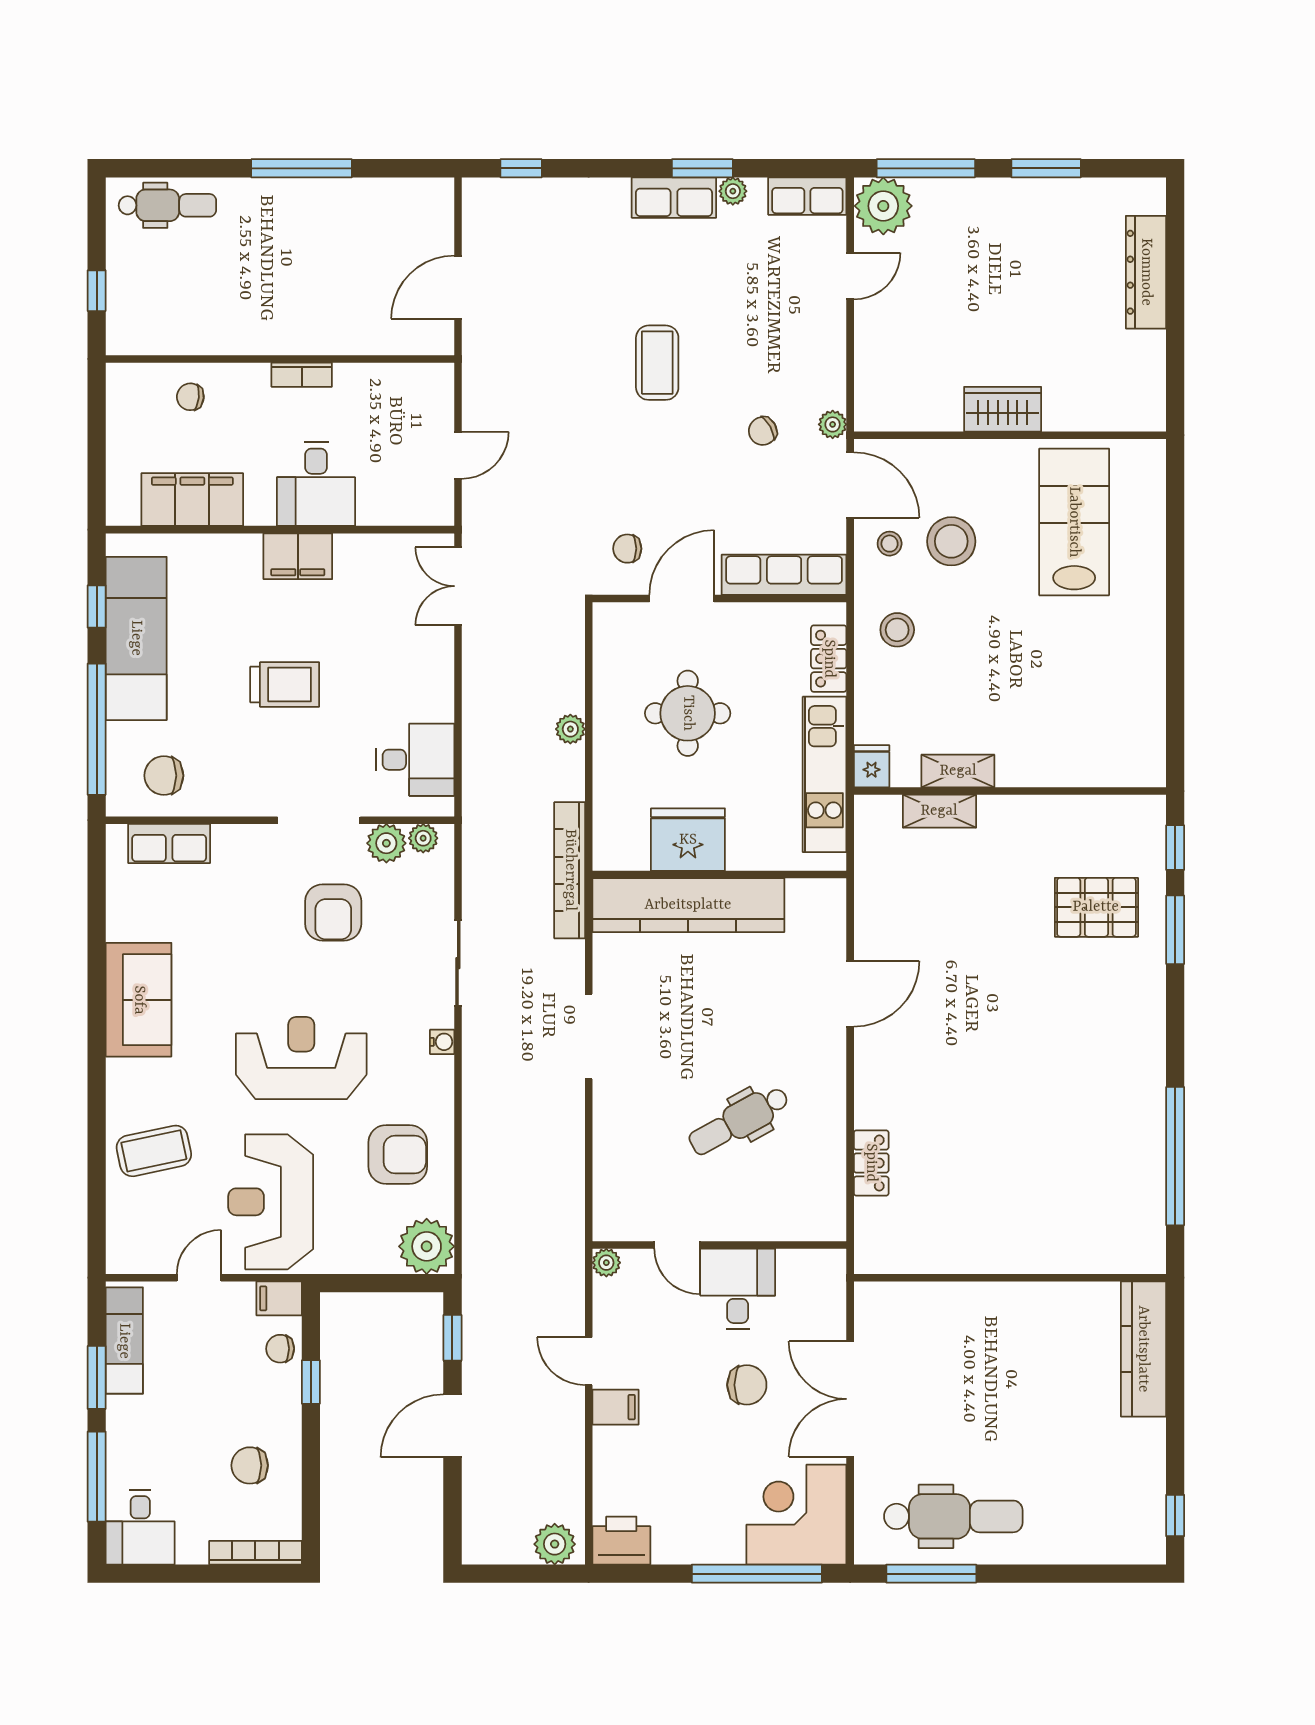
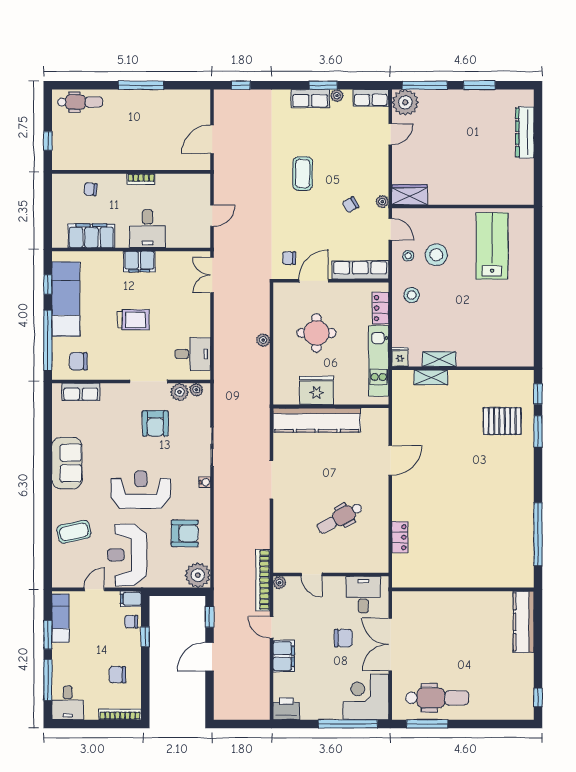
wardrobe: (1003, 409) -> (409, 195), moved
door: (850, 485) -> (390, 229), width x0.73
bookcase: (570, 870) -> (263, 580), moved
desk: (738, 1289) -> (363, 595), moved
filing cabinet: (615, 1407) -> (284, 656), width x2.00
plant: (555, 1544) -> (256, 710), removed

